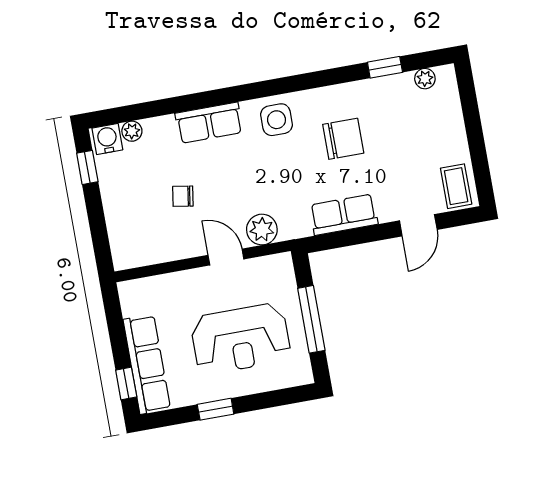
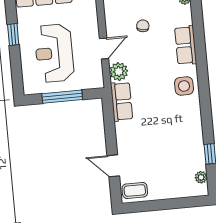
chair: (343, 139) -> (169, 125), removed
row of seats: (344, 215) -> (122, 102), moved

